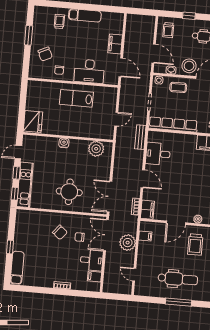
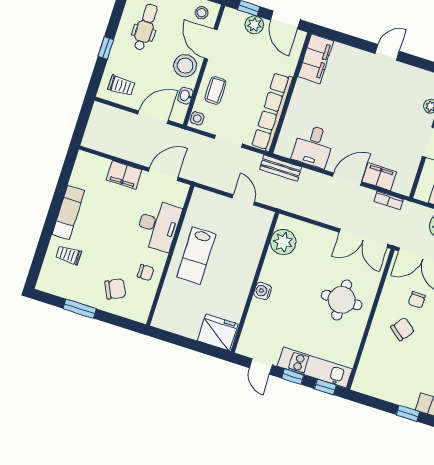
filing cabinet: (147, 210) -> (379, 177), moved

